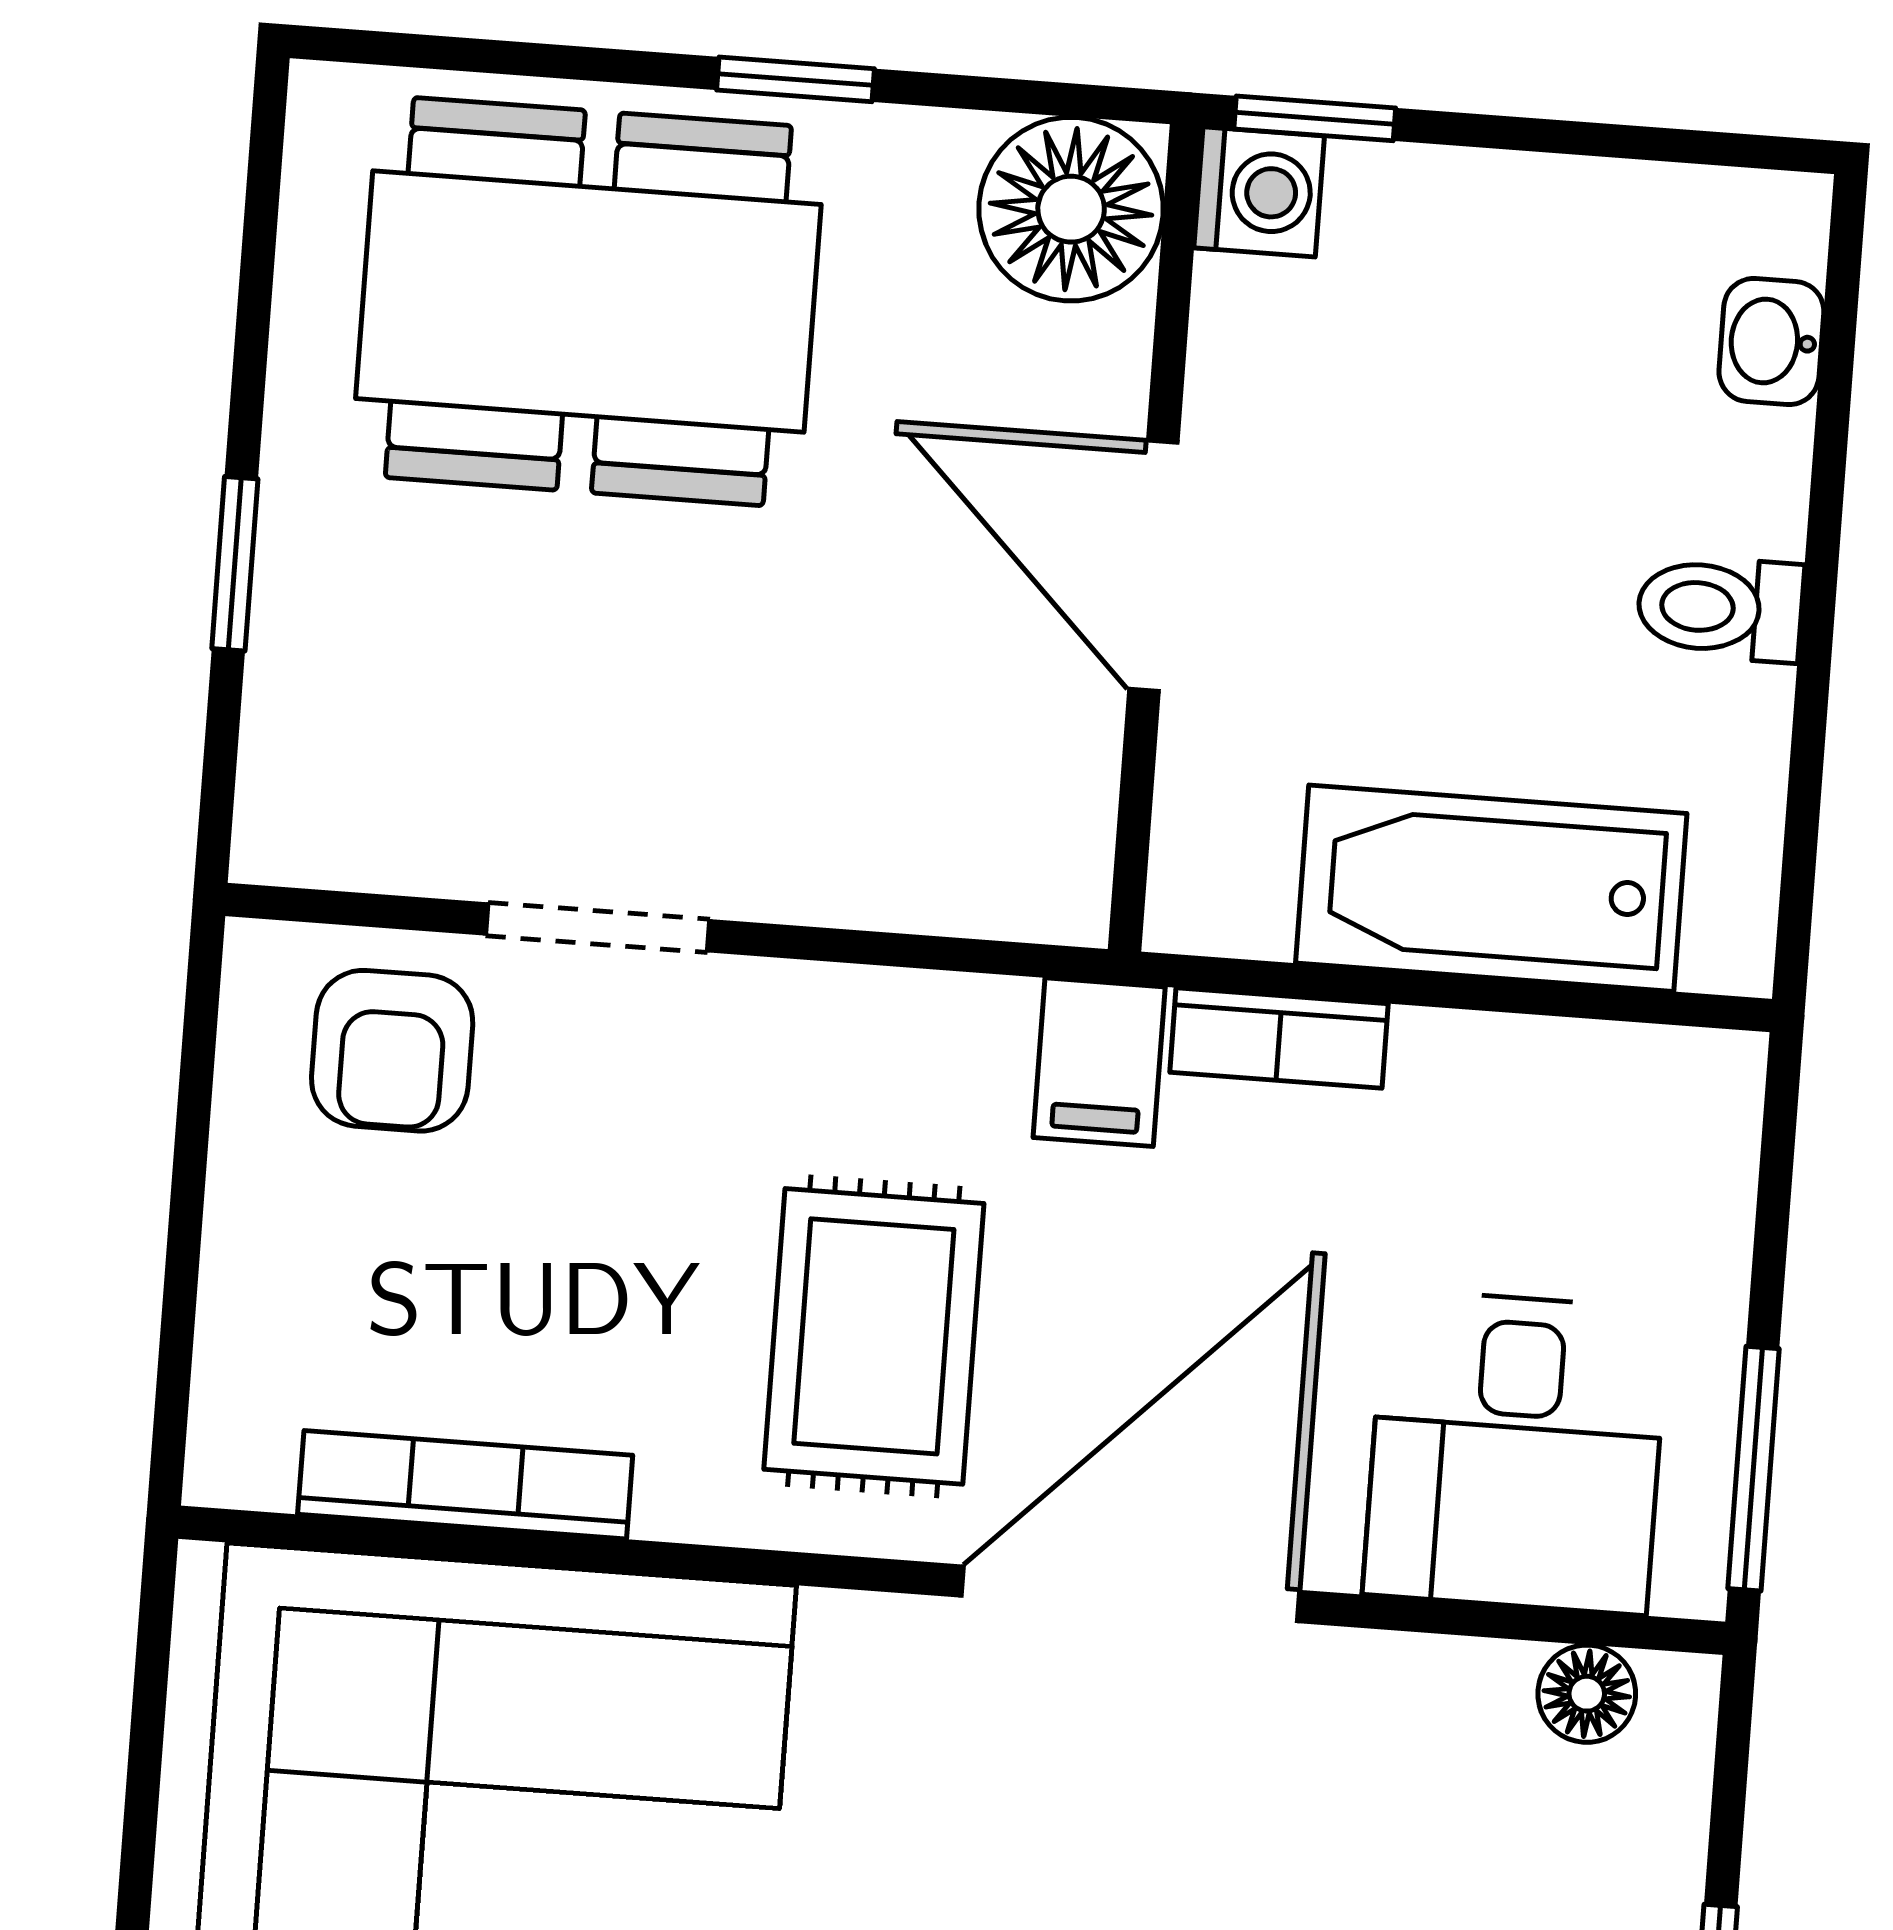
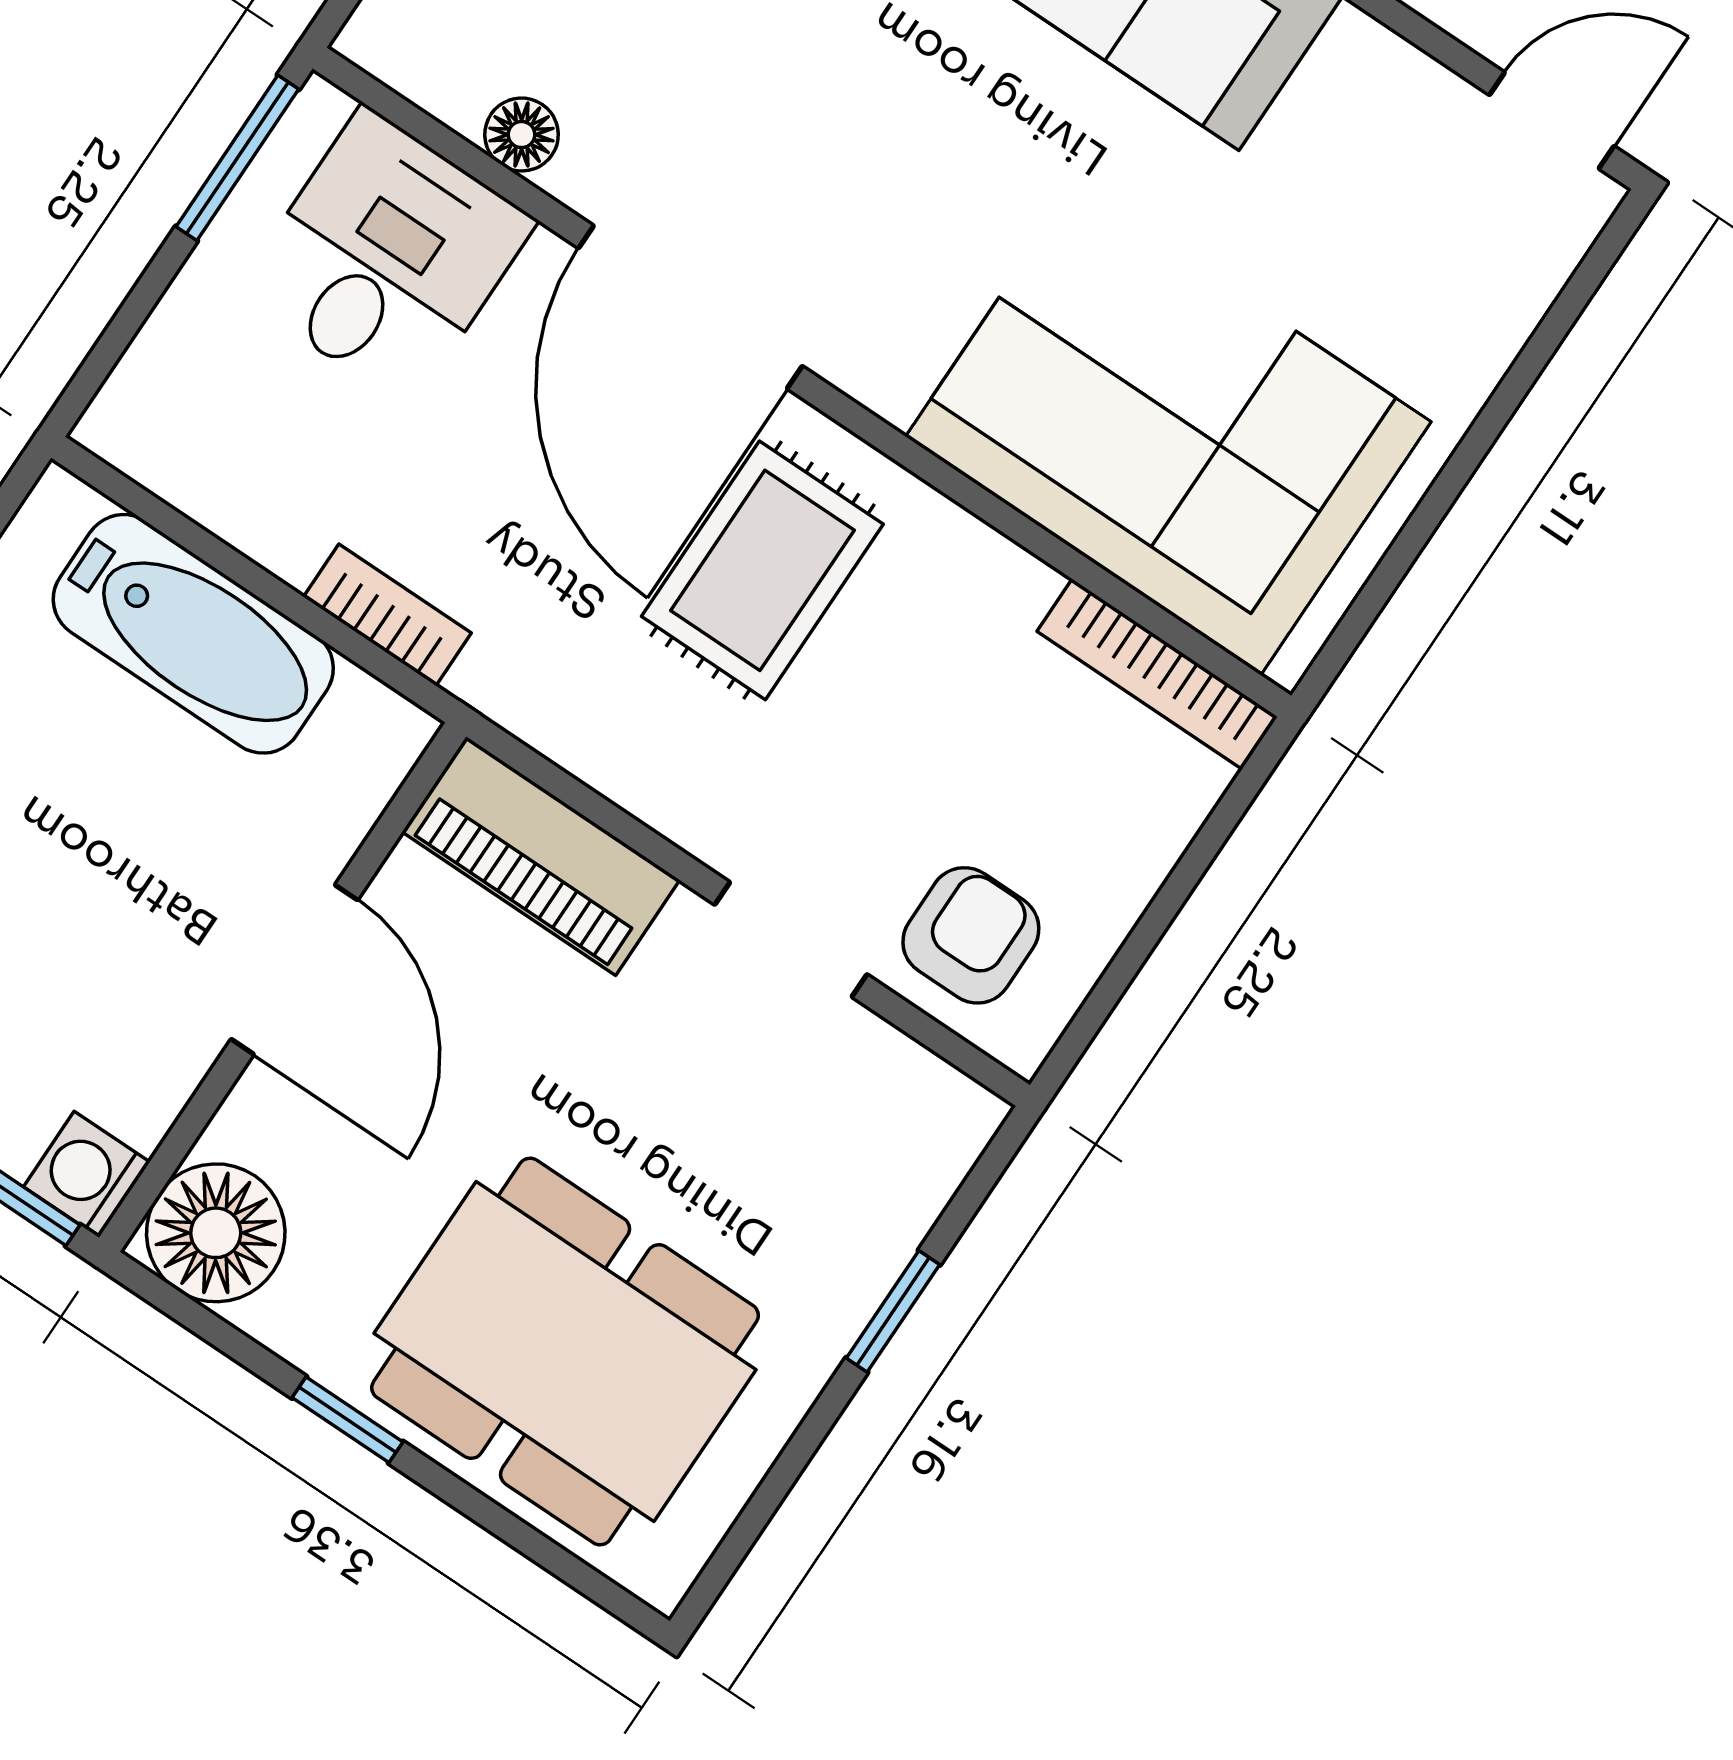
piano: (943, 860) -> (541, 856), added
filing cabinet: (1099, 1062) -> (514, 666), removed
bookcase: (465, 1485) -> (1157, 674), moved
door: (1130, 1594) -> (690, 307), hinge flipped
floor lamp: (1587, 1694) -> (522, 135), moved

